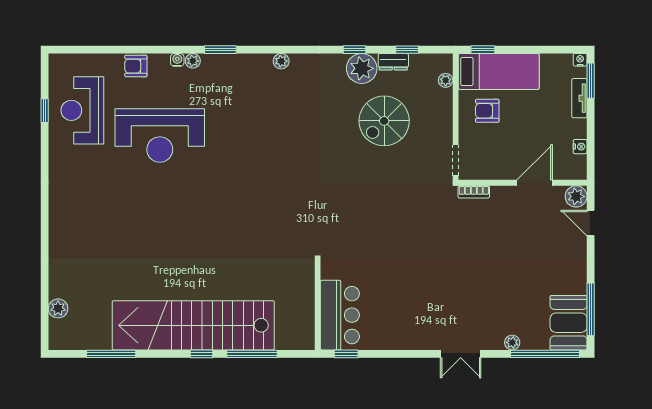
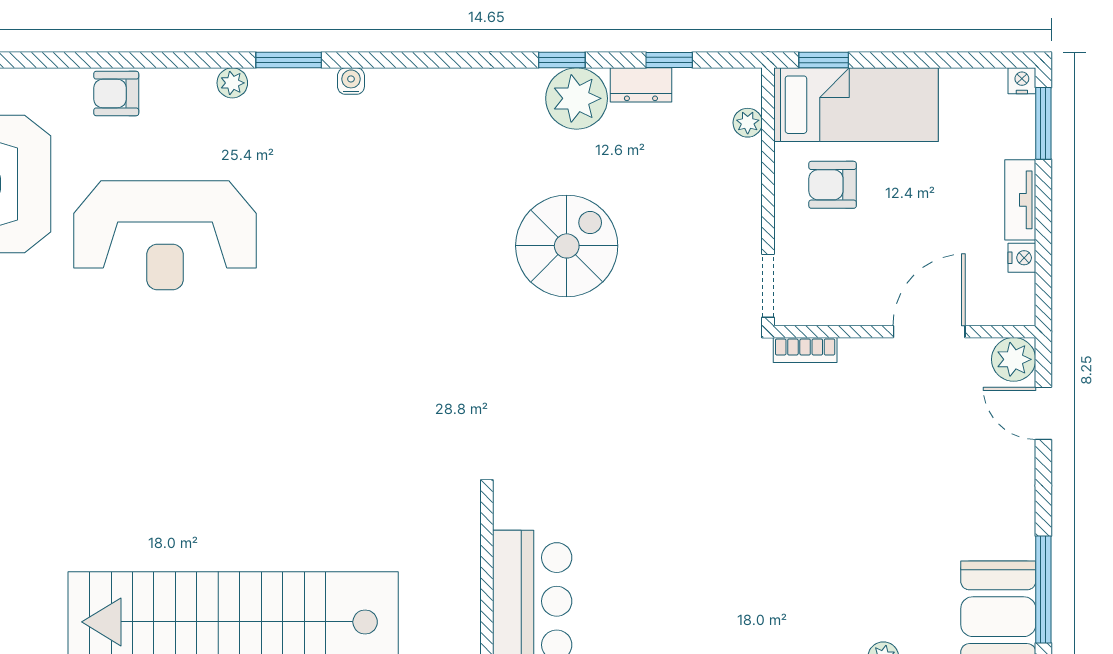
water cooler: (177, 60) -> (351, 81), moved
plant: (281, 61) -> (412, 84), removed
tv unit: (579, 98) -> (1020, 200), moved
spiral stairs: (384, 121) -> (567, 246), moved, turned 180

